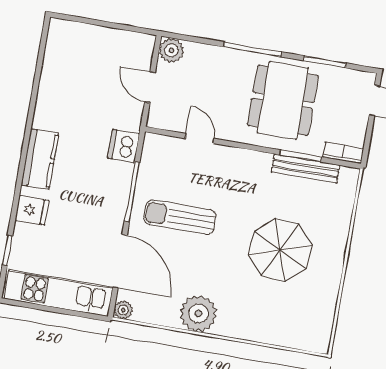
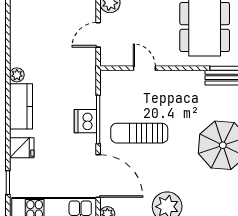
door: (150, 87) -> (98, 35), hinge flipped
plant: (41, 119) -> (17, 75), added
dishwasher: (124, 146) -> (85, 121), moved

